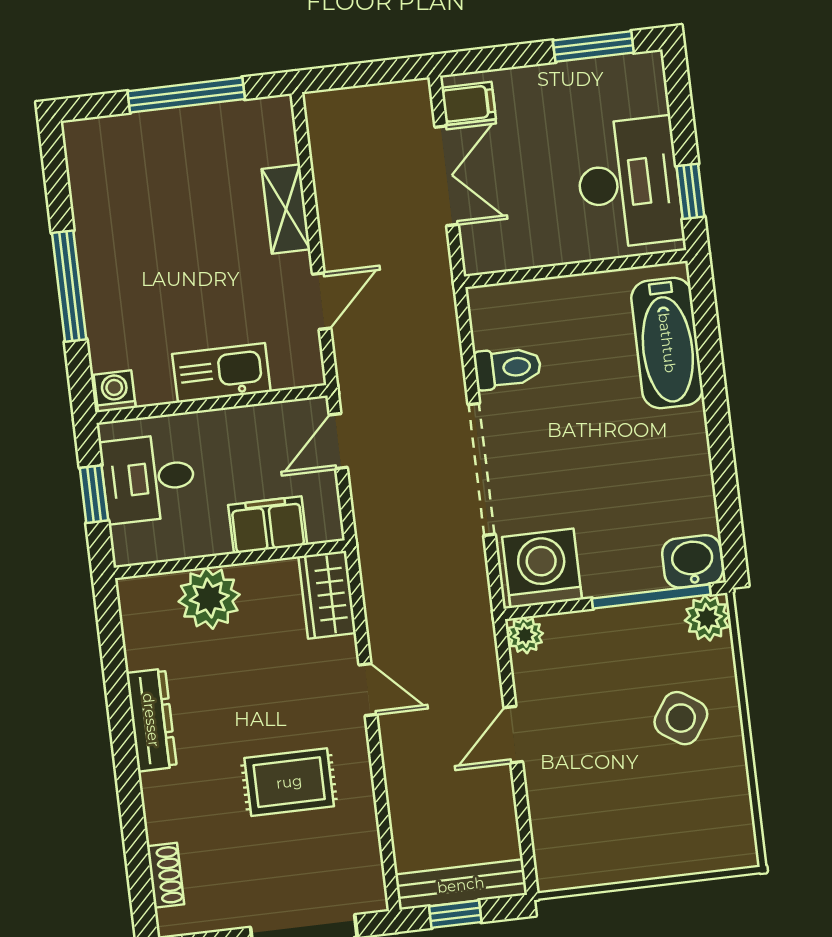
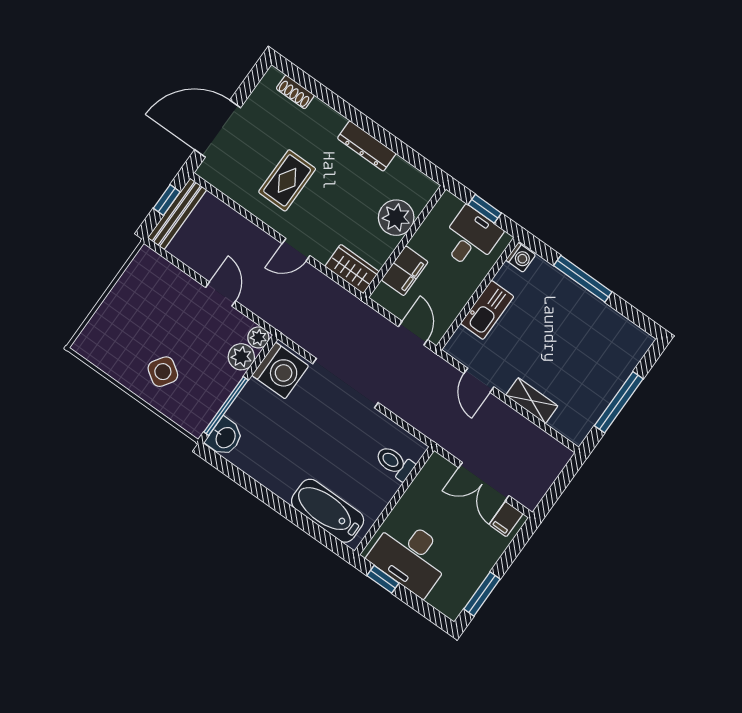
toilet: (508, 368) -> (395, 463), moved, turned 90
plant: (707, 618) -> (241, 357), moved

